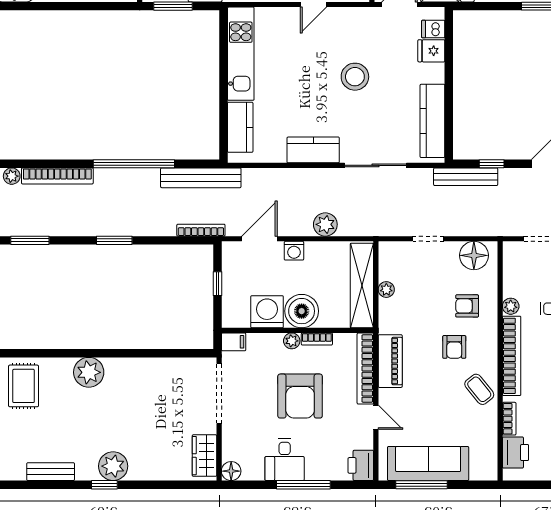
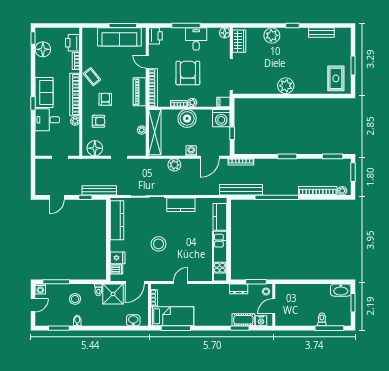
washing machine: (267, 312) -> (221, 118), moved
plant: (89, 372) -> (286, 86), moved
plant: (113, 466) -> (272, 35), moved

